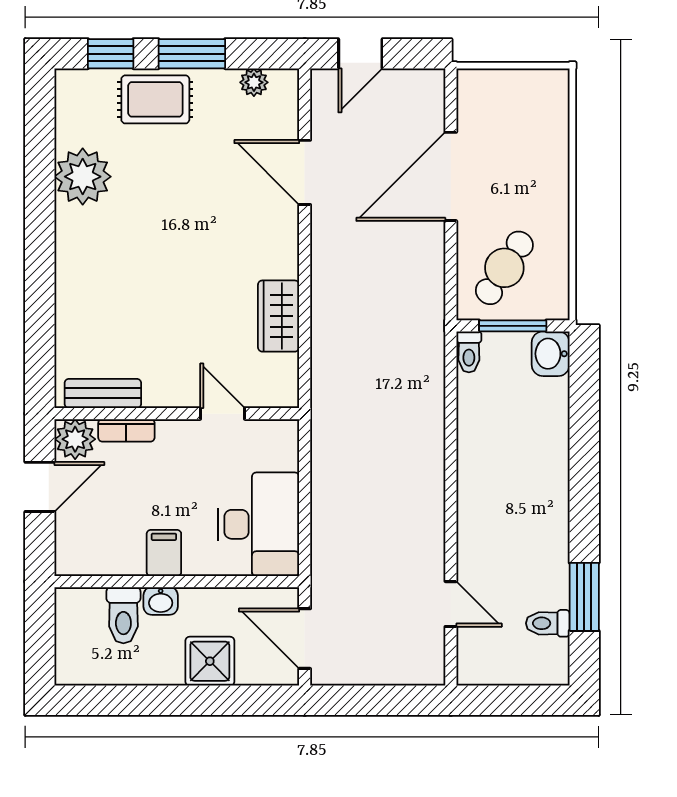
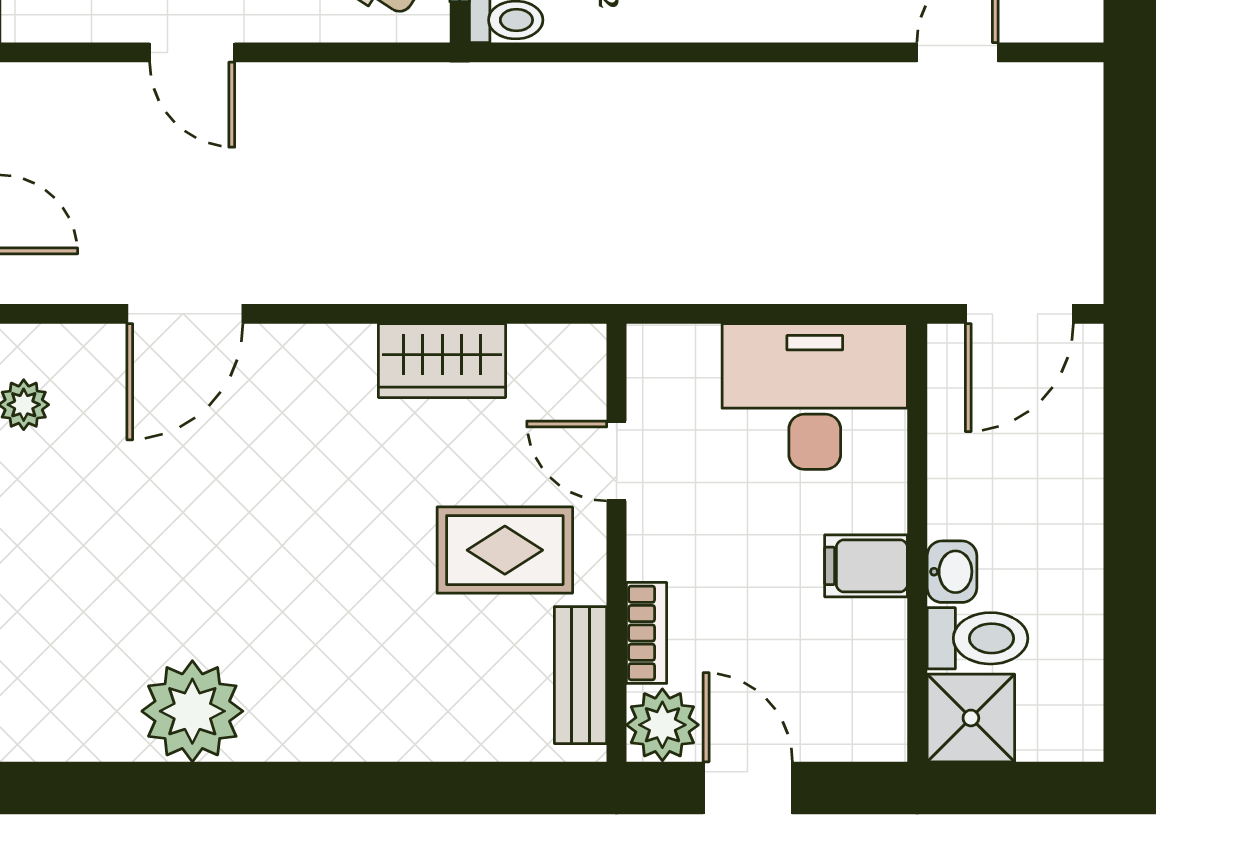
rug: (155, 99) -> (505, 550), moved, turned 90
door: (451, 176) -> (192, 52), width x0.53
door: (223, 414) -> (617, 461), hinge flipped
shower: (210, 661) -> (971, 718), moved

